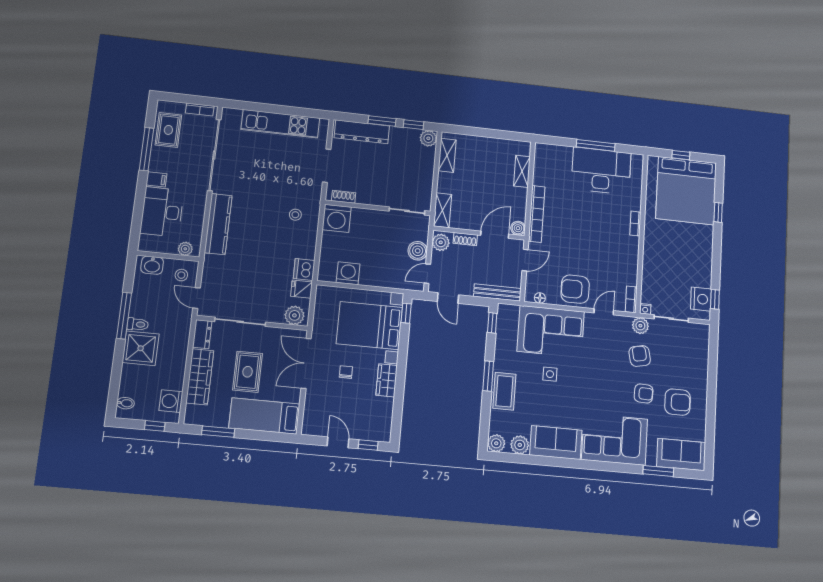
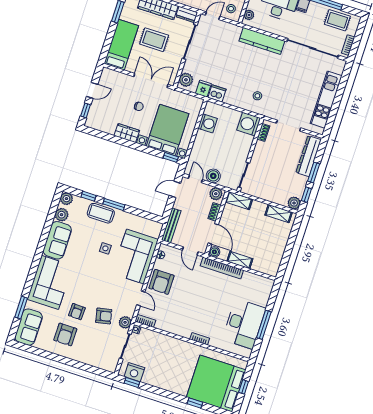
shelving: (522, 171) -> (240, 260), moved
armchair: (575, 289) -> (161, 282), turned 180
window: (492, 323) -> (89, 196), moved

